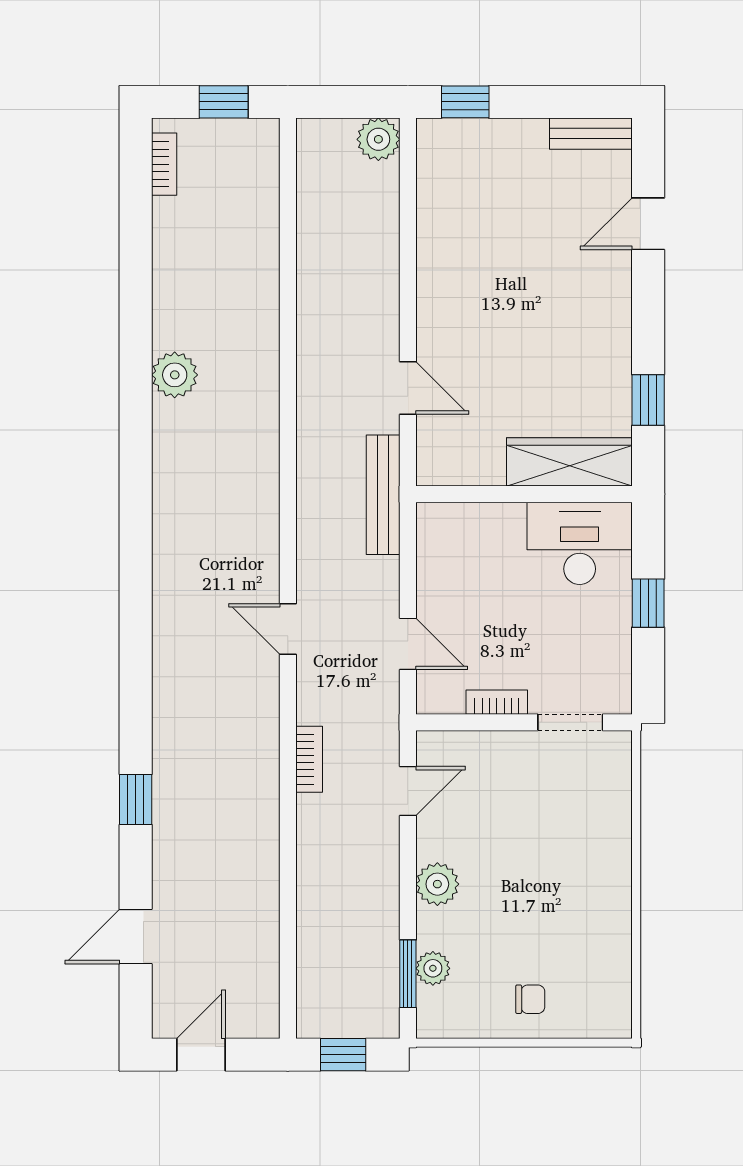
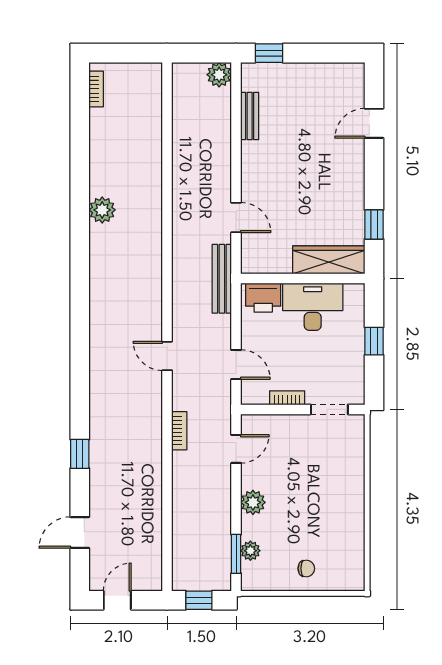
window: (224, 102) -> (130, 53), removed
bench: (591, 134) -> (250, 116), moved, turned 90
printer: (455, 527) -> (263, 298), added
desk: (580, 543) -> (313, 307), moved

